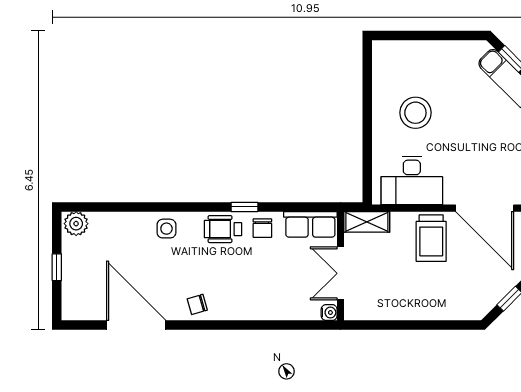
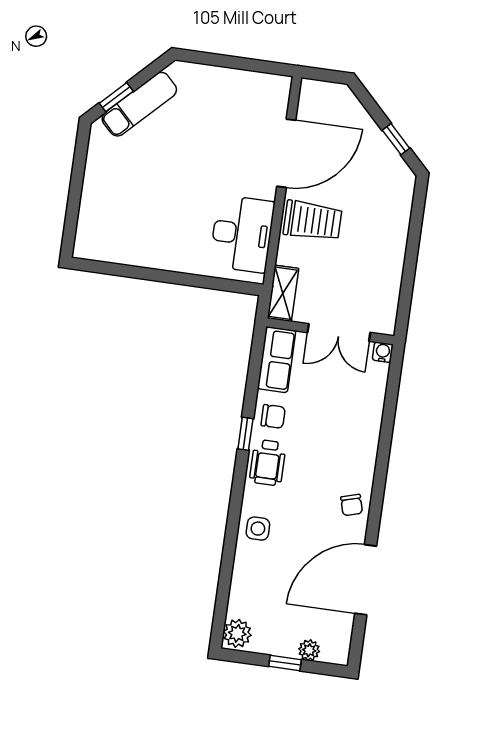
stool: (415, 113) -> (163, 218), removed
plant: (70, 286) -> (309, 650), added

